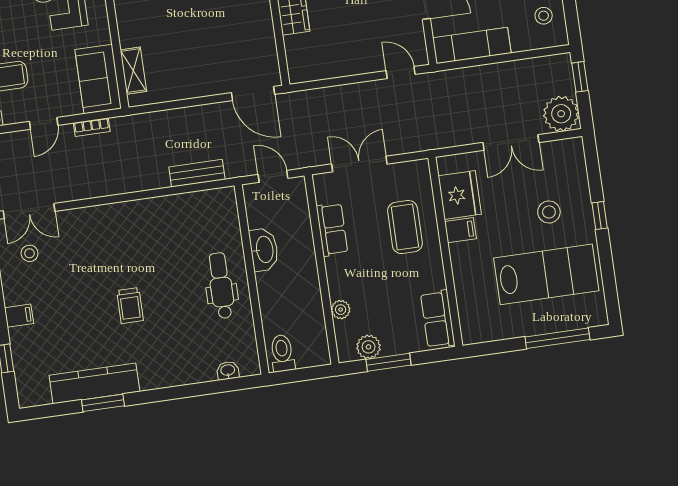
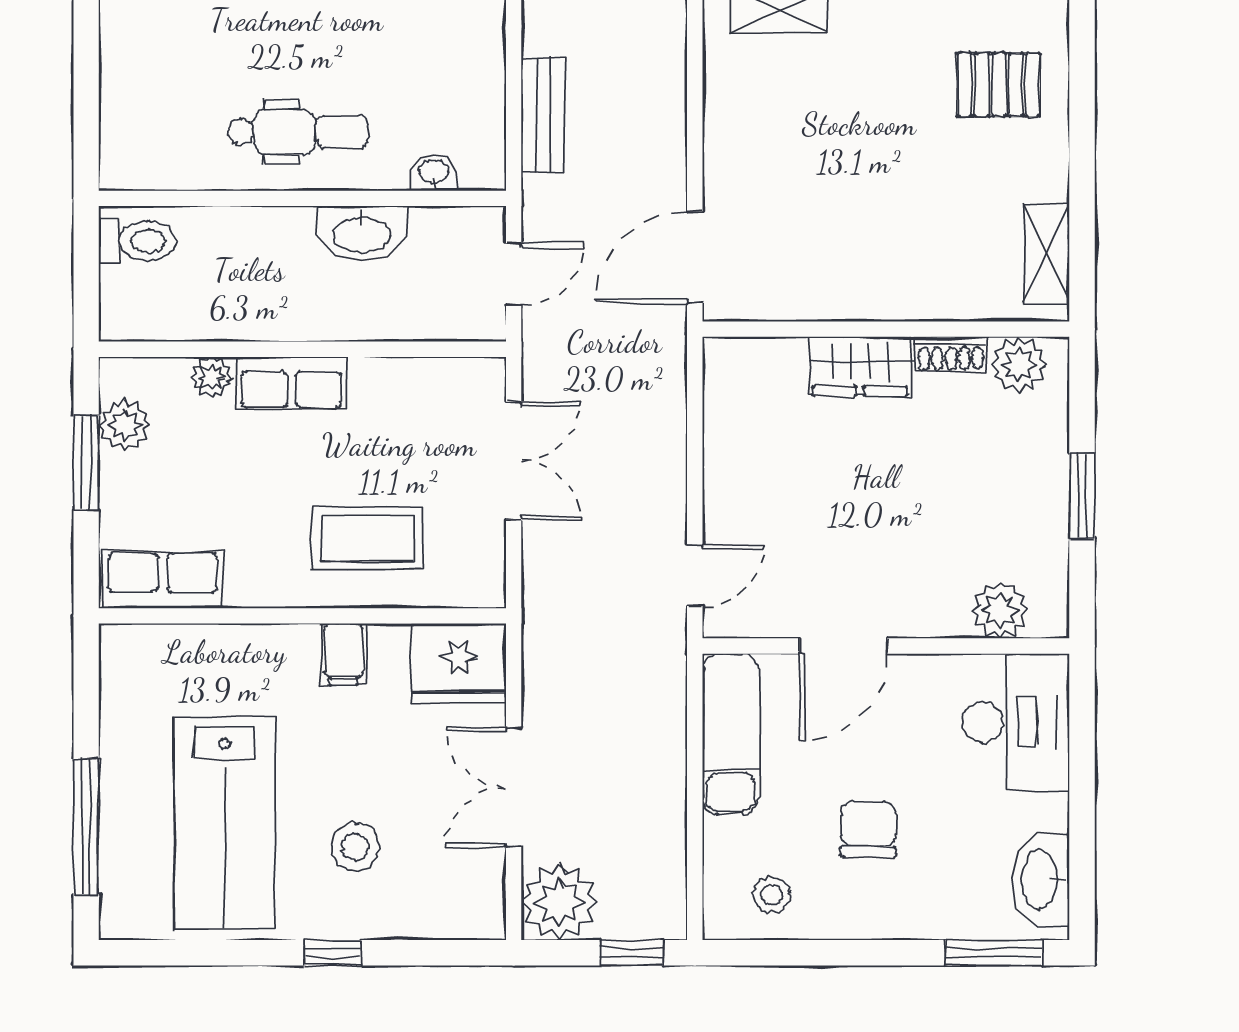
fridge: (460, 195) -> (459, 663), moved
row of seats: (332, 230) -> (291, 383), moved
washbasin: (228, 371) -> (434, 172), moved, turned -90

